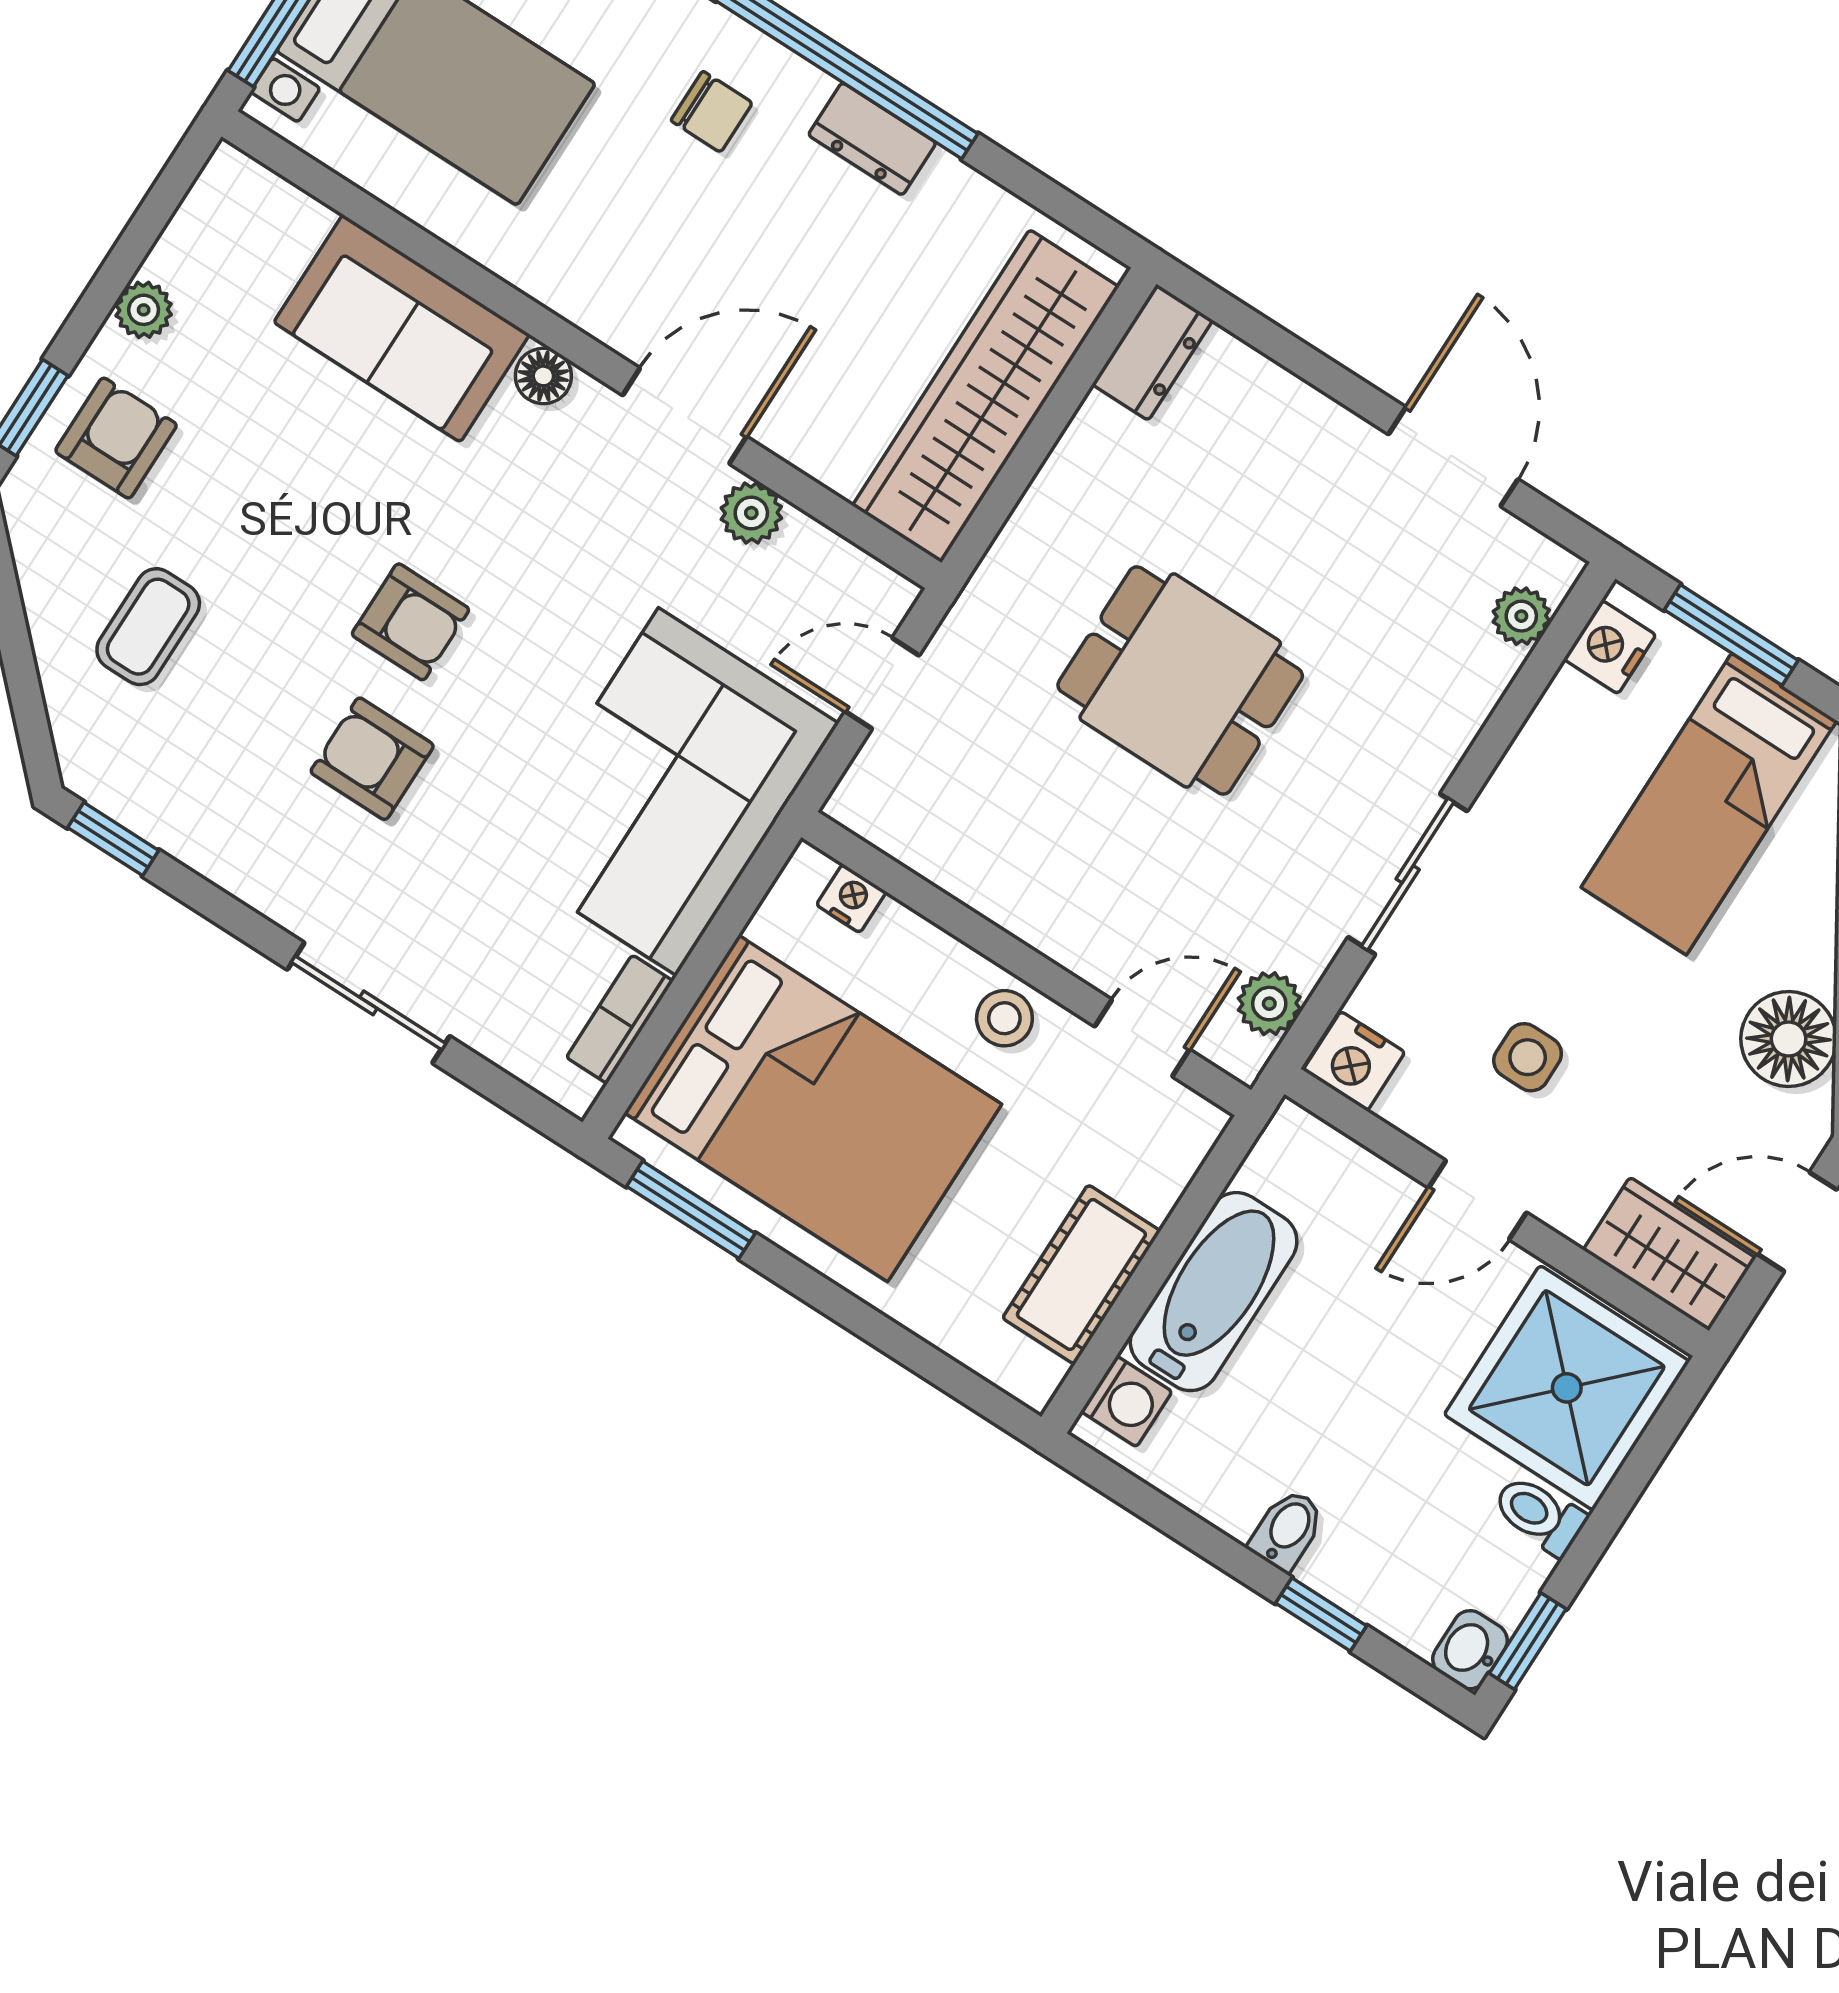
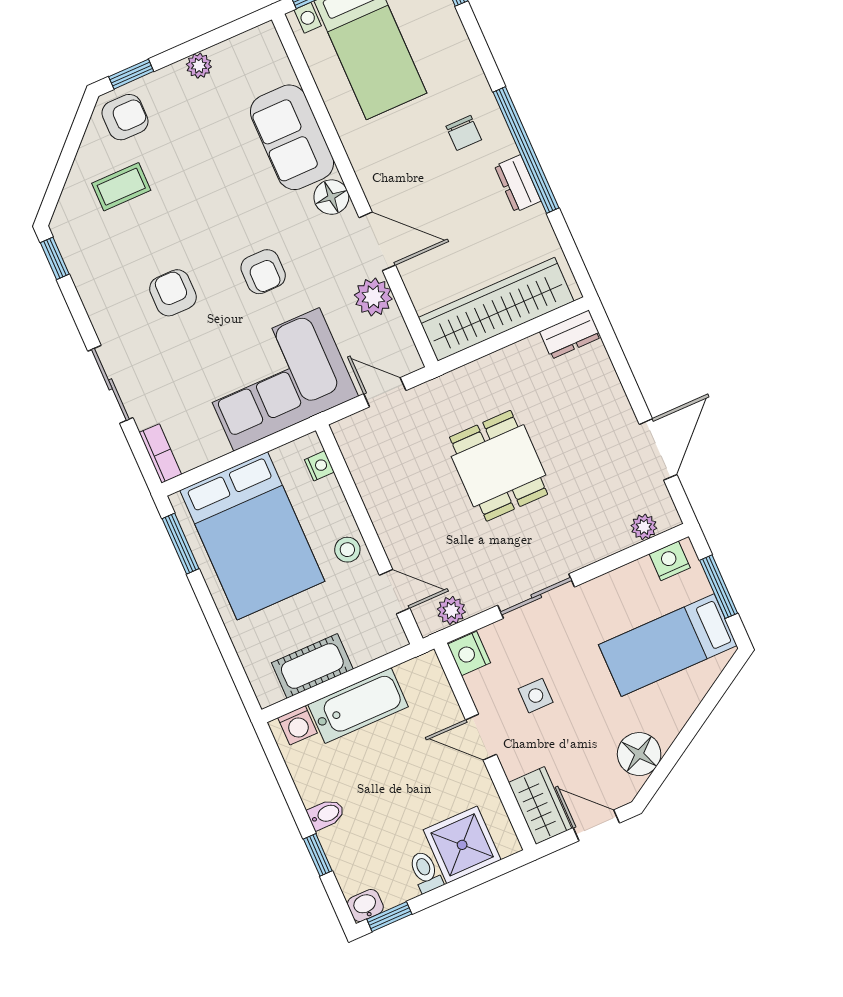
floor lamp: (543, 376) -> (331, 197), width x1.37, depth x1.37
armchair: (116, 438) -> (125, 117), moved
plant: (751, 513) -> (373, 297), width x1.38, depth x1.38
armchair: (410, 622) -> (263, 272), moved
bookcase: (620, 1019) -> (160, 453), moved, turned 90
shower: (1567, 1388) -> (462, 845), width x0.73, depth x0.73

